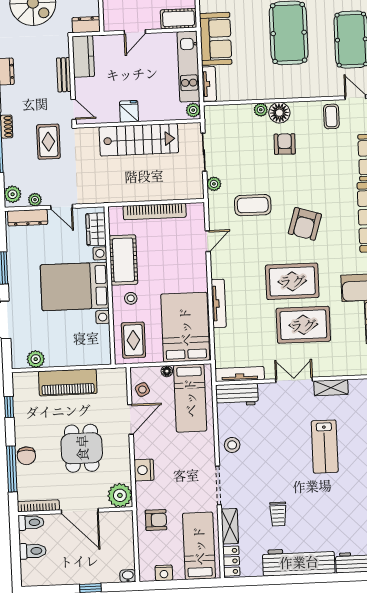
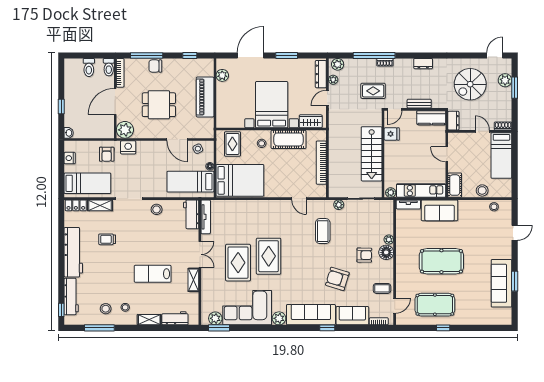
fridge: (129, 111) -> (392, 134), moved
armchair: (305, 224) -> (337, 279), moved
tv unit: (219, 303) -> (255, 204), removed
rug: (133, 340) -> (232, 144), turned 90
nightstand: (144, 470) -> (128, 147), moved

